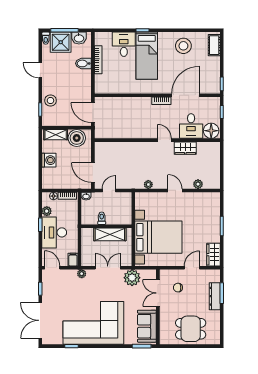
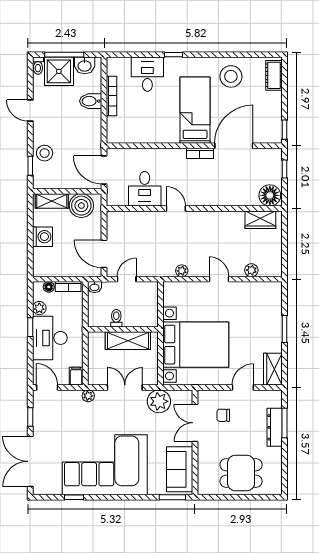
bed: (147, 56) -> (195, 110), moved, turned 180
desk: (191, 126) -> (145, 189), moved
door: (164, 140) -> (176, 208), moved
wardrobe: (185, 148) -> (260, 220), moved

